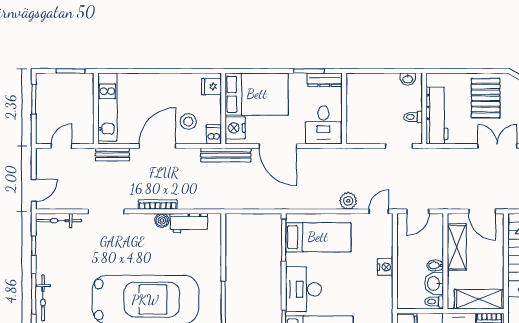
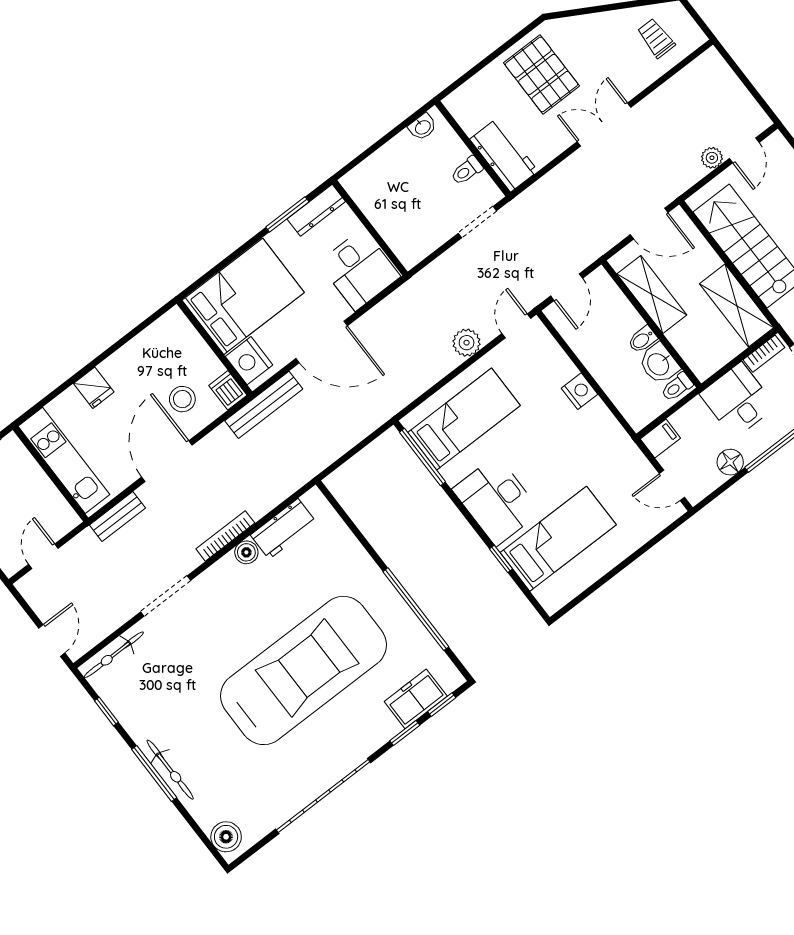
fridge: (211, 87) -> (94, 388), moved, turned -90
workbench: (437, 116) -> (504, 155), width x0.73
shelving: (479, 299) -> (737, 306), moved, turned 90

